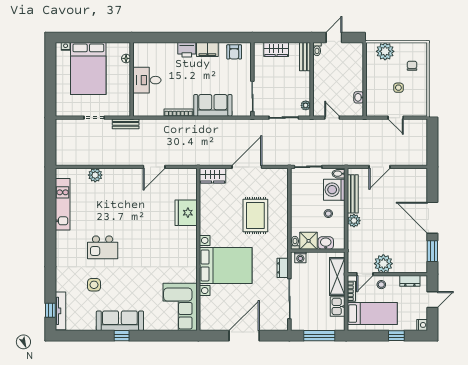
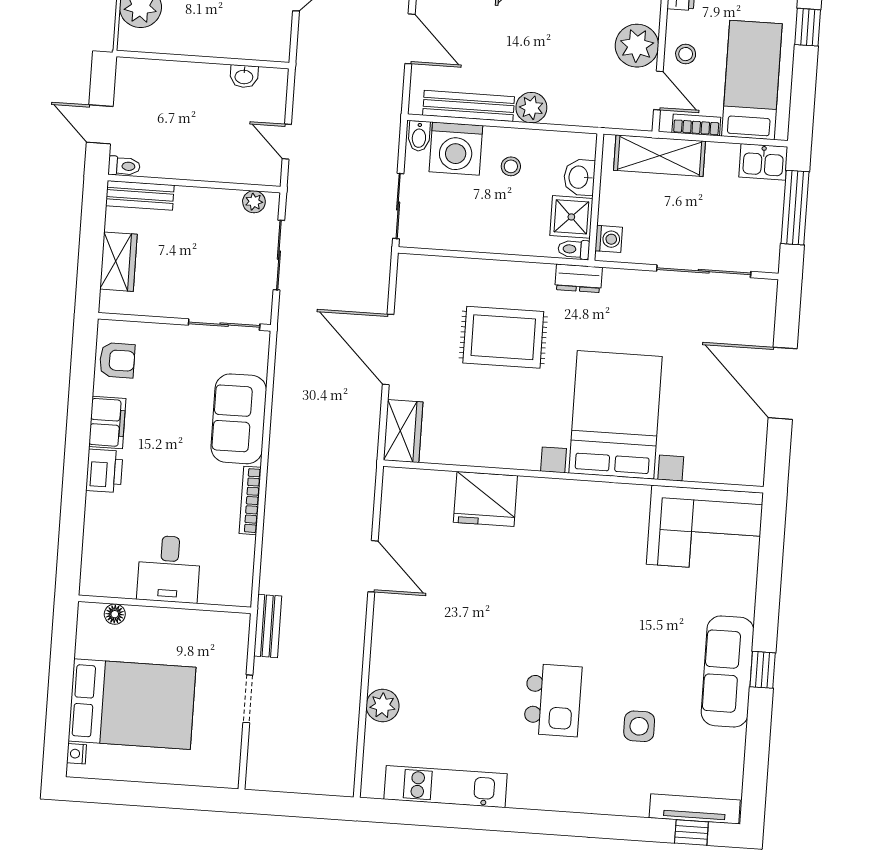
door: (332, 118) -> (287, 142), hinge flipped
dresser: (283, 268) -> (579, 278), moved
kitchen sink: (338, 306) -> (763, 162), moved

